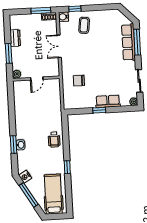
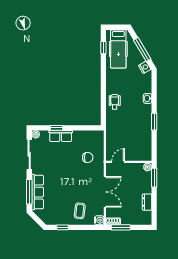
window: (75, 9) -> (62, 227), moved
double door: (59, 46) -> (105, 192), width x1.37
window: (9, 53) -> (154, 178), moved
door: (37, 78) -> (118, 162), moved
sliding door: (139, 81) -> (29, 154), width x1.37
window: (99, 110) -> (57, 128), moved
window: (14, 145) -> (154, 122), moved
window: (67, 167) -> (103, 48), moved

